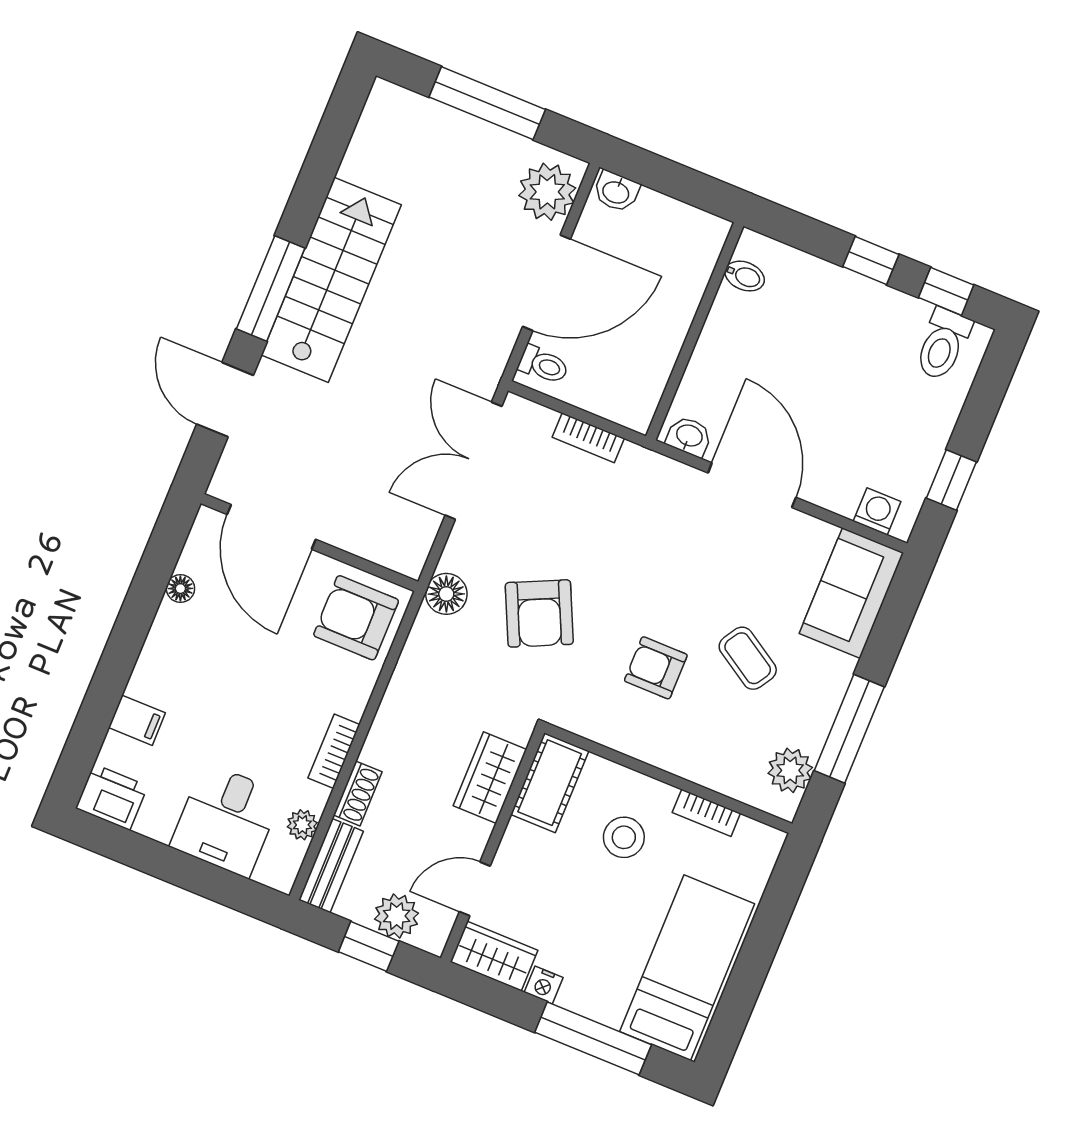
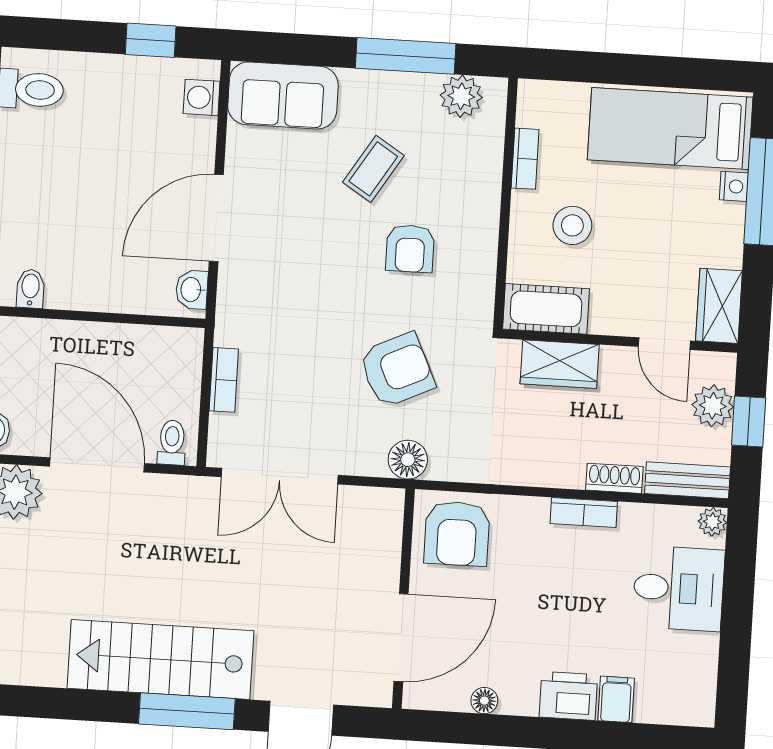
printer: (112, 797) -> (568, 696), moved, turned 90
plant: (302, 825) -> (712, 522), moved
nightstand: (544, 985) -> (734, 186), moved

